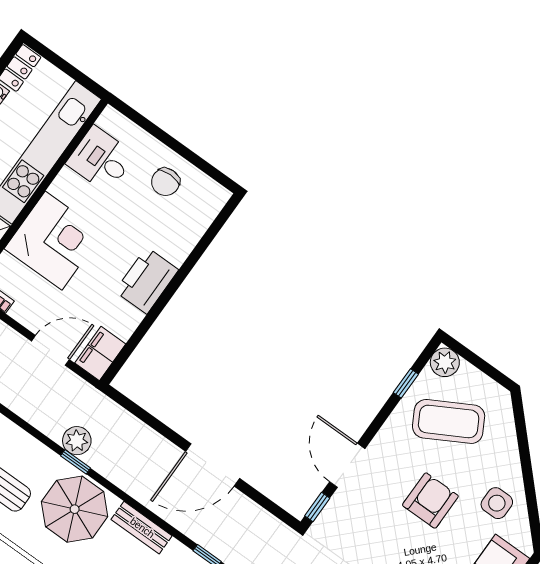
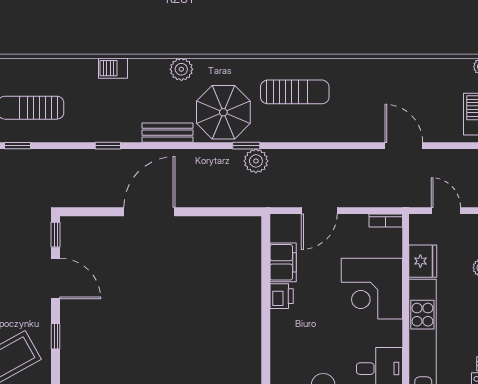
printer: (147, 281) -> (282, 296), width x0.53, depth x0.68
filing cabinet: (100, 353) -> (283, 262), moved
window: (406, 383) -> (56, 336), moved

